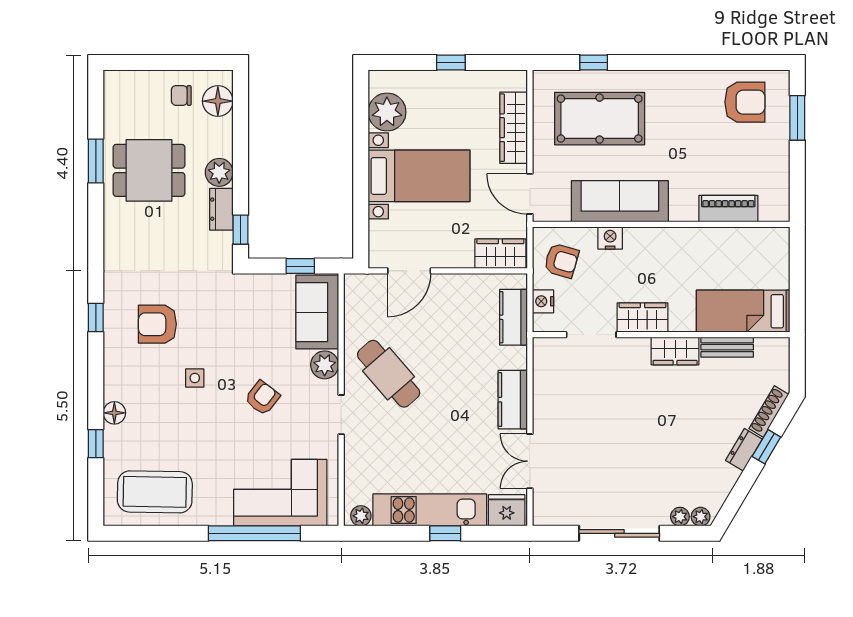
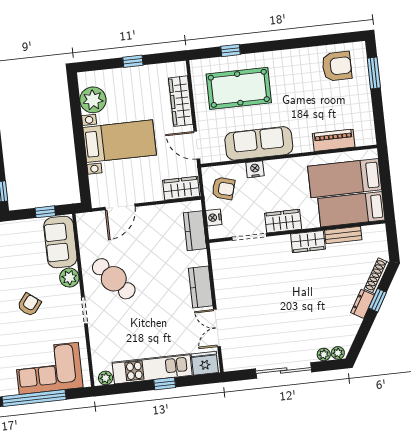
bed: (738, 265) -> (345, 178), added

